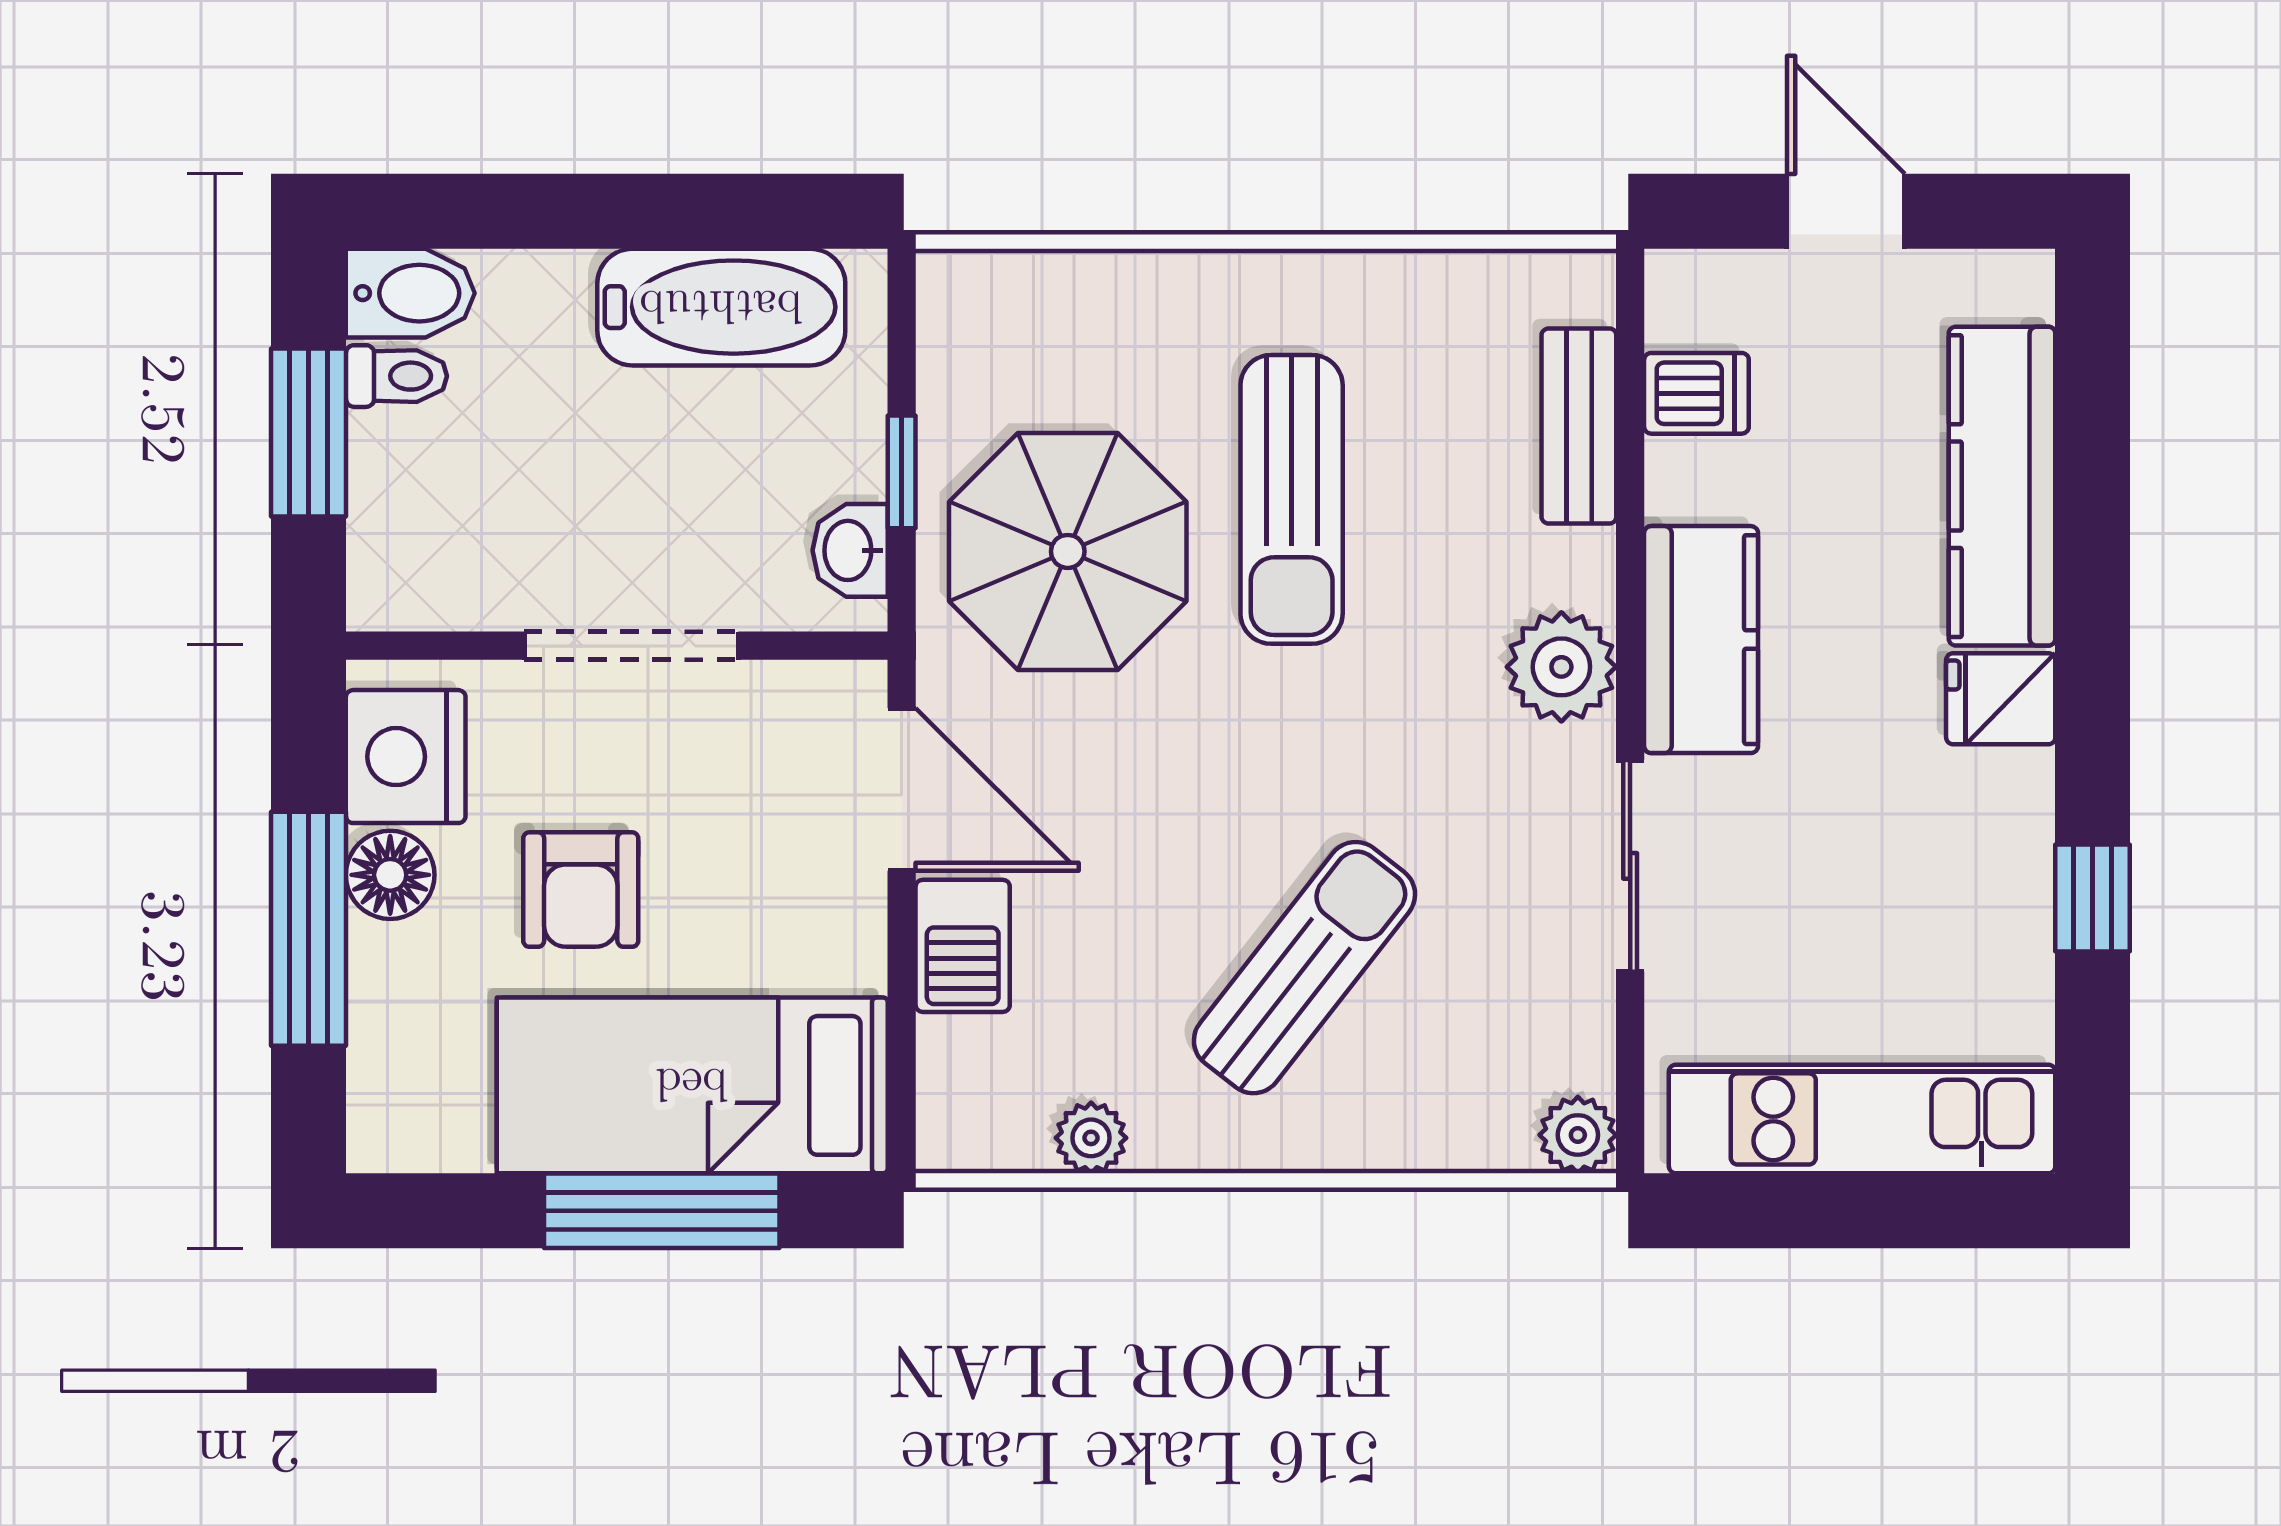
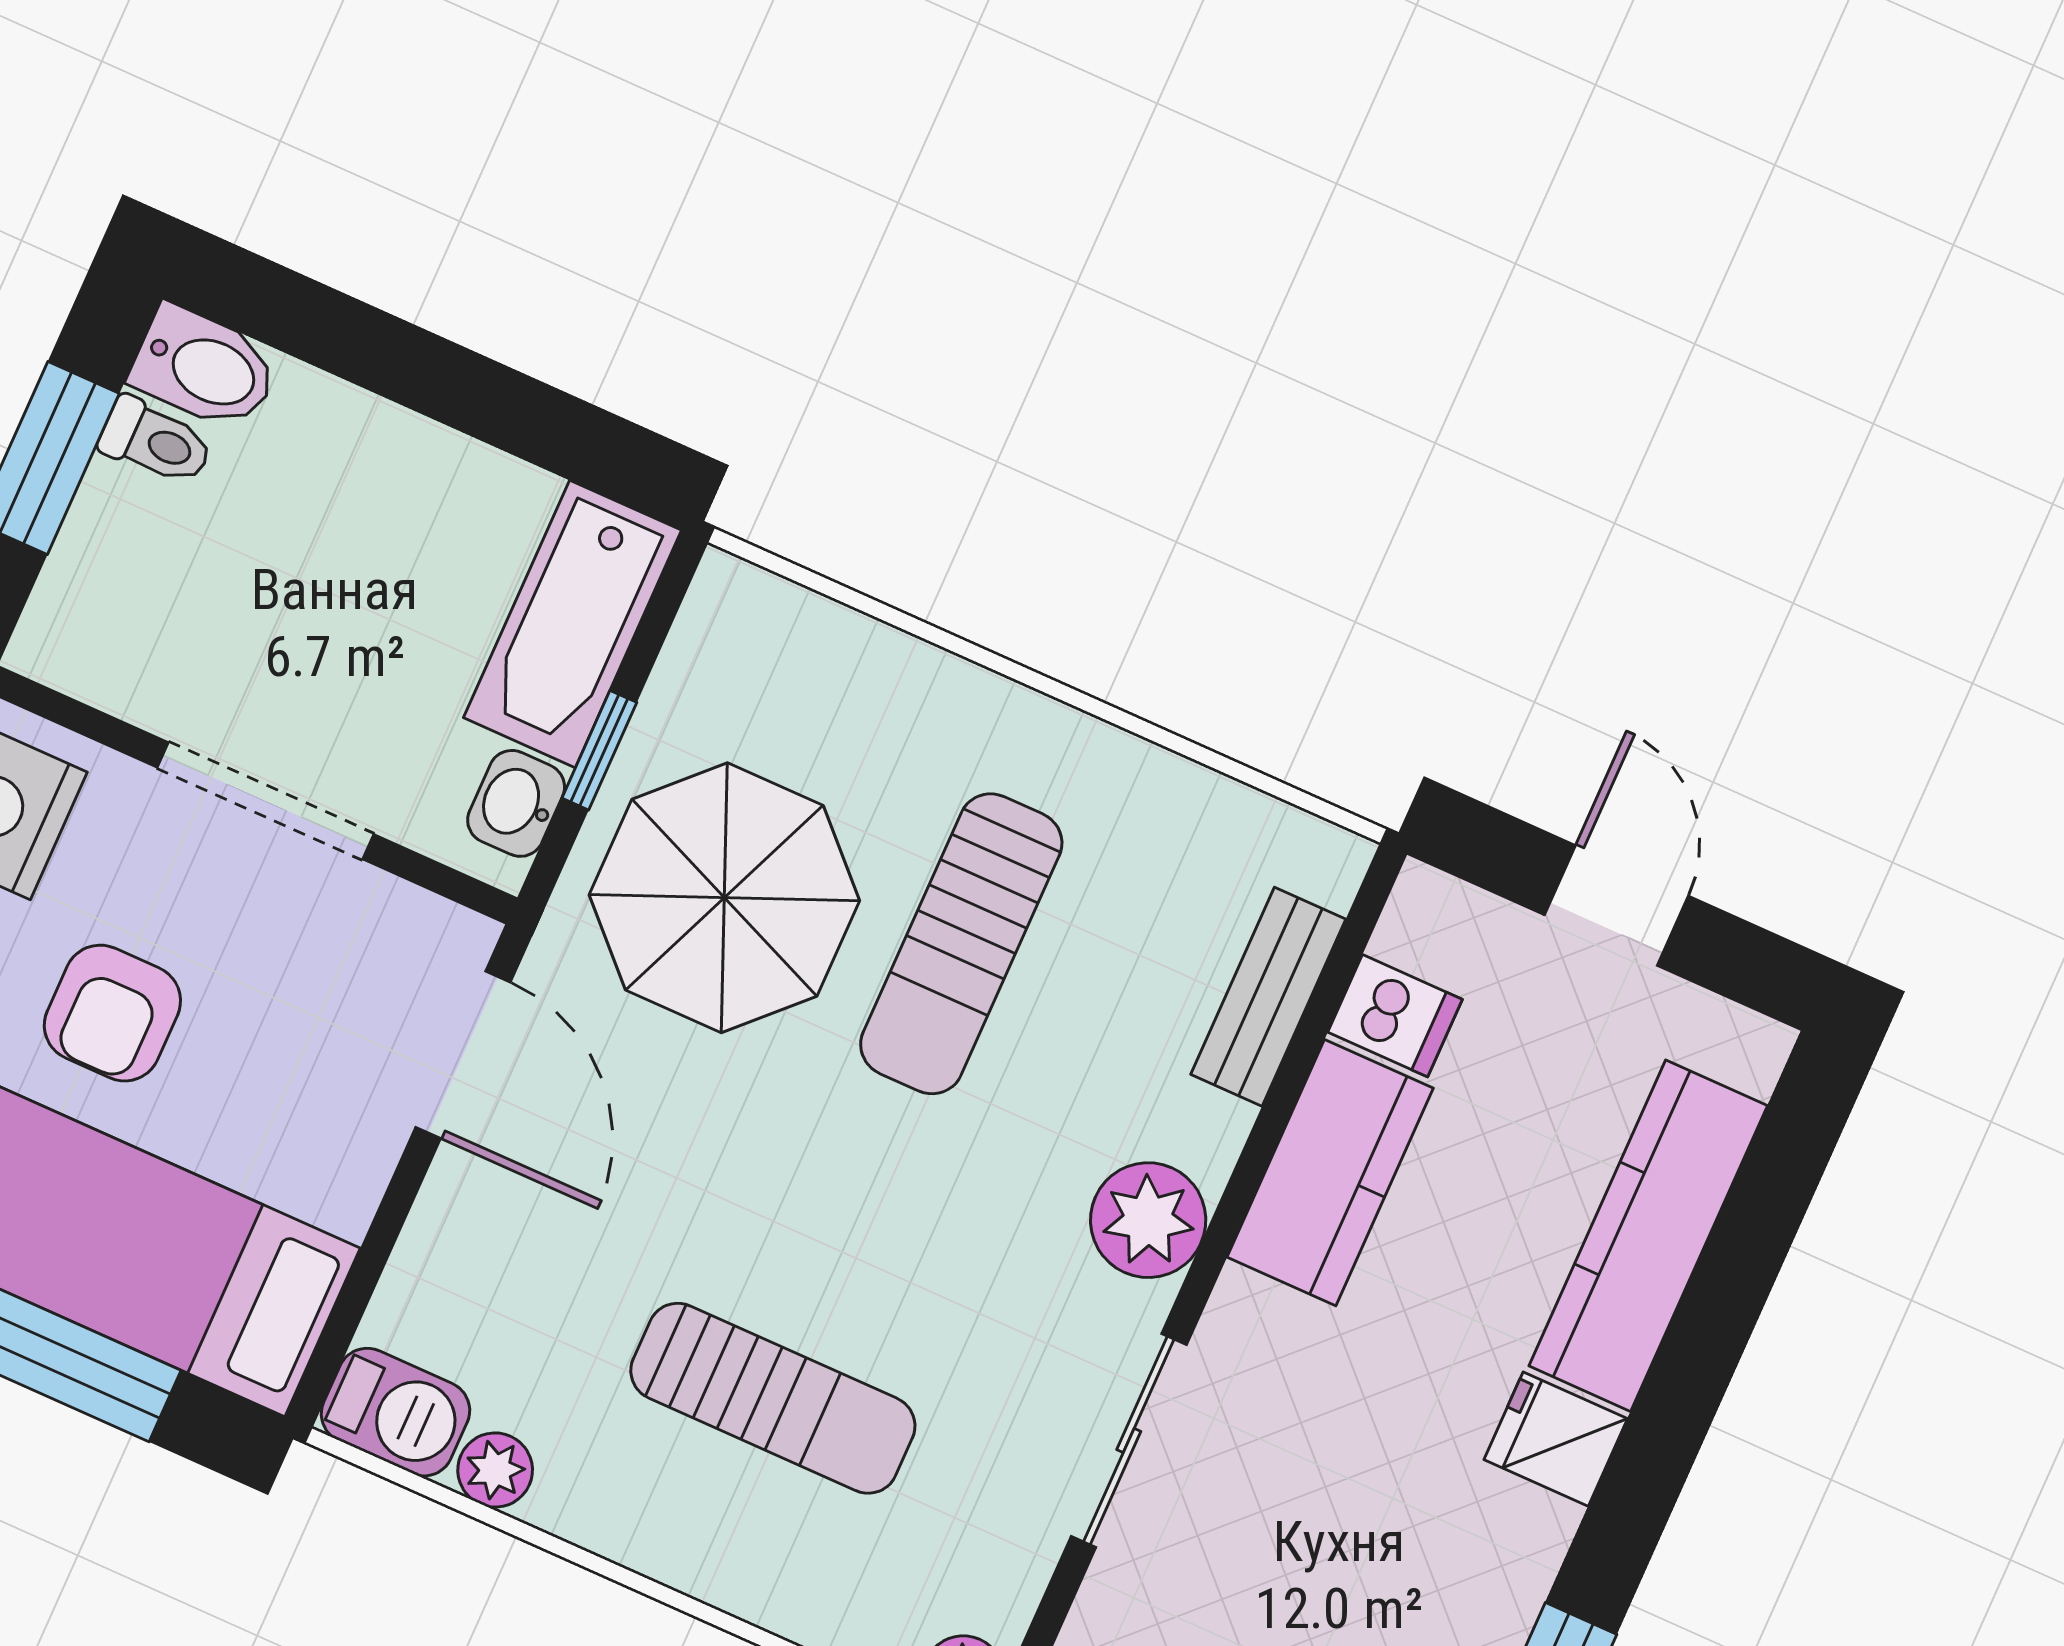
bathtub: (721, 307) -> (572, 624), moved, turned 90
kitchen counter: (1701, 640) -> (1330, 1173), moved
barbecue: (963, 946) -> (395, 1412), moved, turned -90
sun lounger: (1304, 968) -> (773, 1398), turned 52

